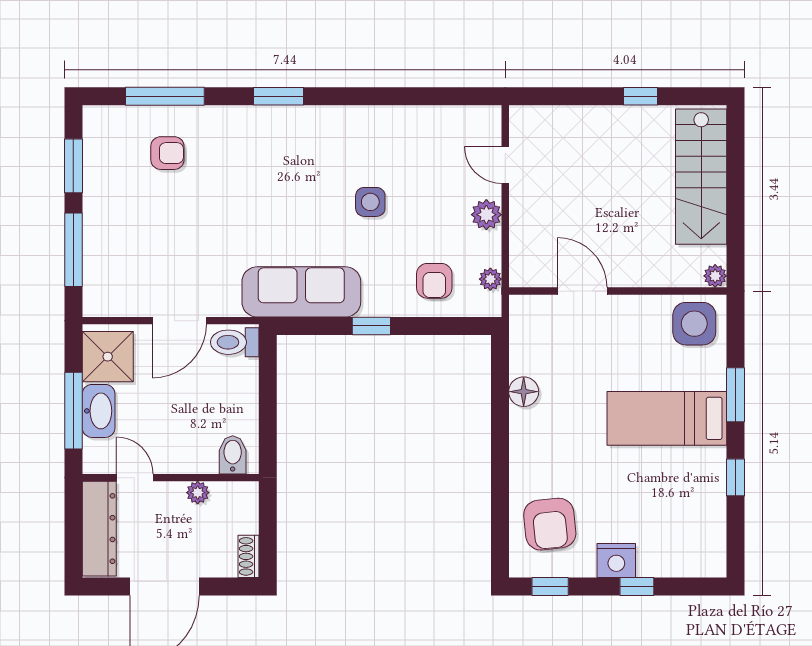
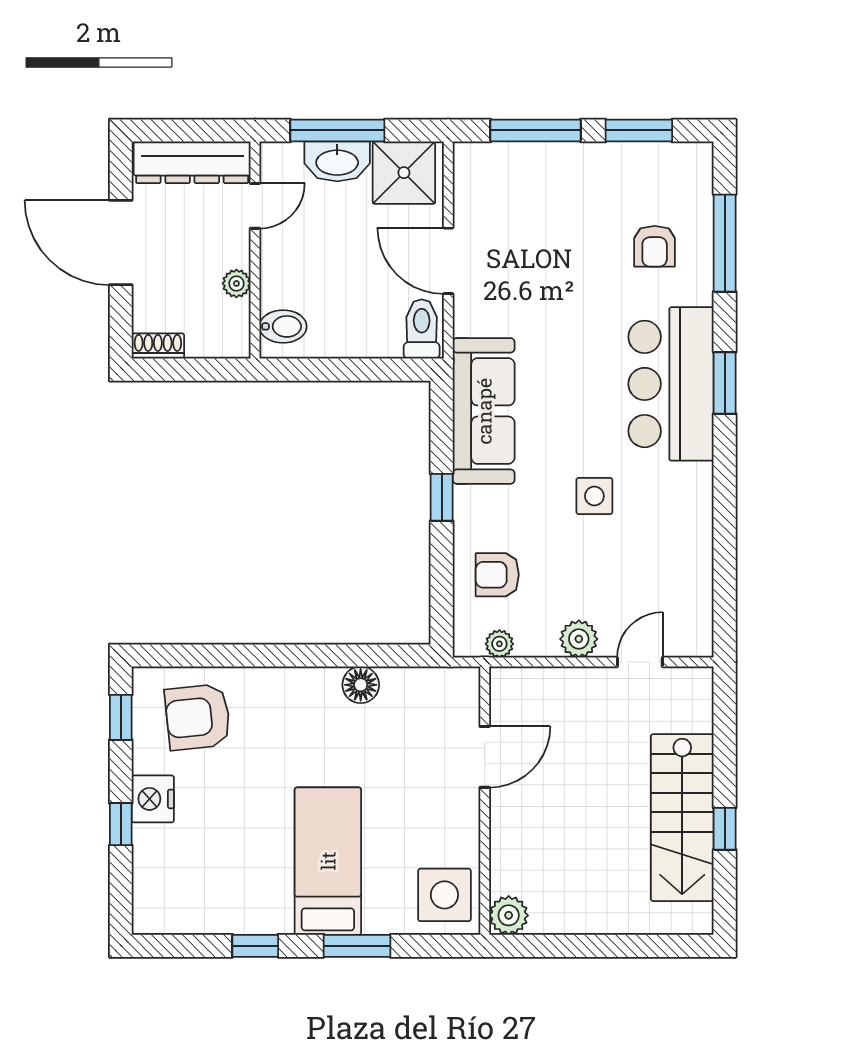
bar counter: (279, 140) -> (671, 384), added
stairs: (701, 177) -> (682, 818), moved, turned -90
plant: (715, 276) -> (509, 915), width x1.38, depth x1.38

